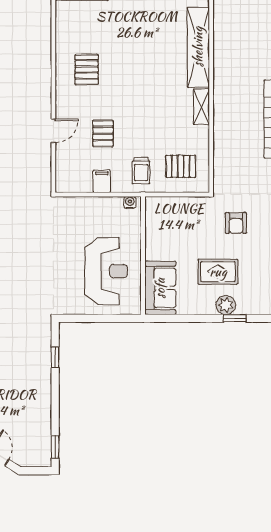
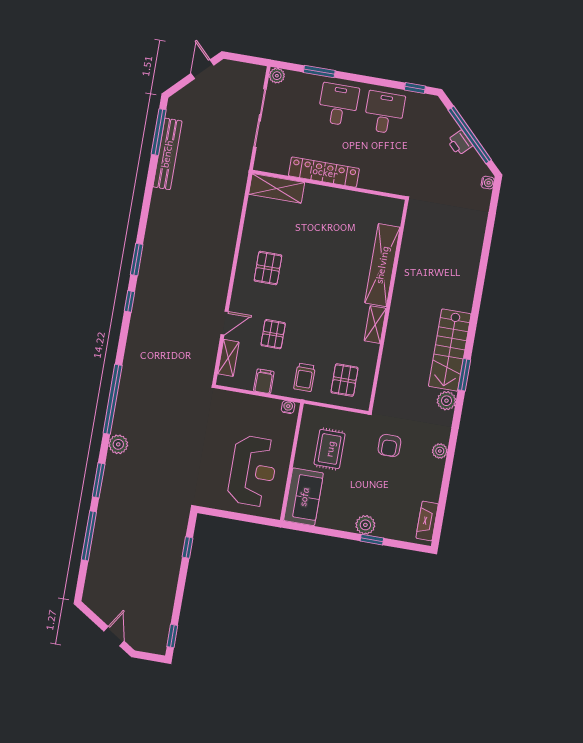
shelving: (63, 164) -> (228, 358), added
pallet: (181, 166) -> (344, 380), turned 90
rug: (218, 272) -> (330, 449), moved, turned 90

